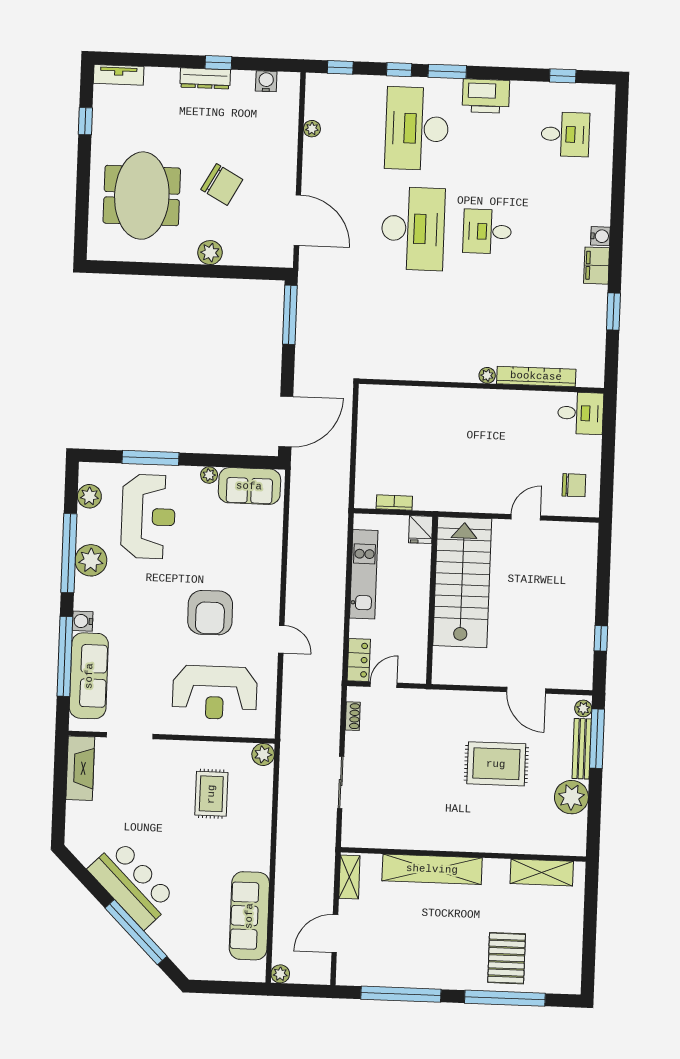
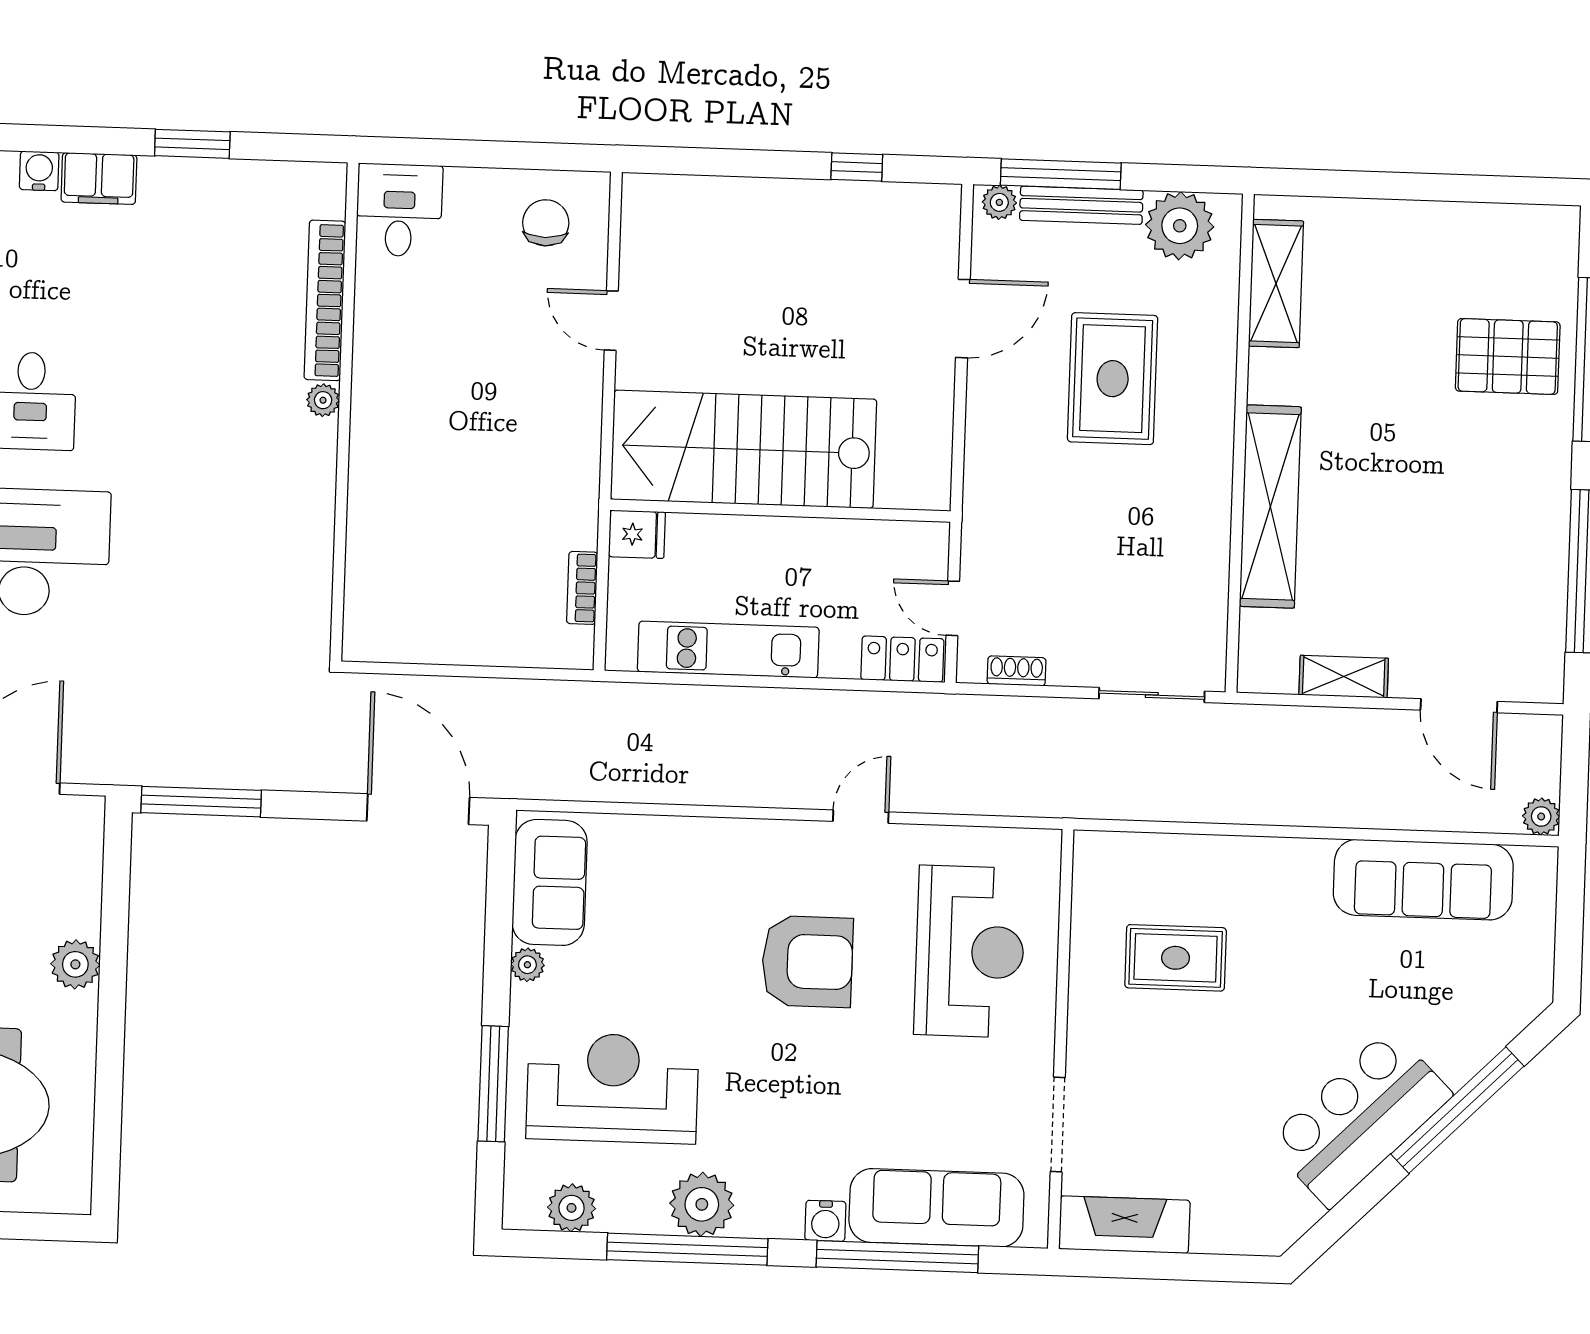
plant: (263, 754) -> (1095, 853), removed
wall: (463, 854) -> (1240, 443), moved
shelving: (432, 869) -> (1270, 507), moved
shelving: (542, 872) -> (1276, 284), moved

